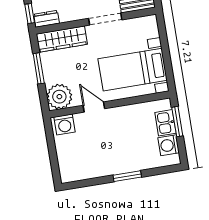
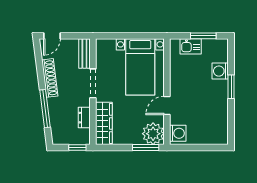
dresser: (47, 19) -> (84, 118), moved
window: (39, 68) -> (146, 148), moved
window: (177, 122) -> (203, 36), moved
washing machine: (169, 145) -> (220, 71), moved, turned 90

